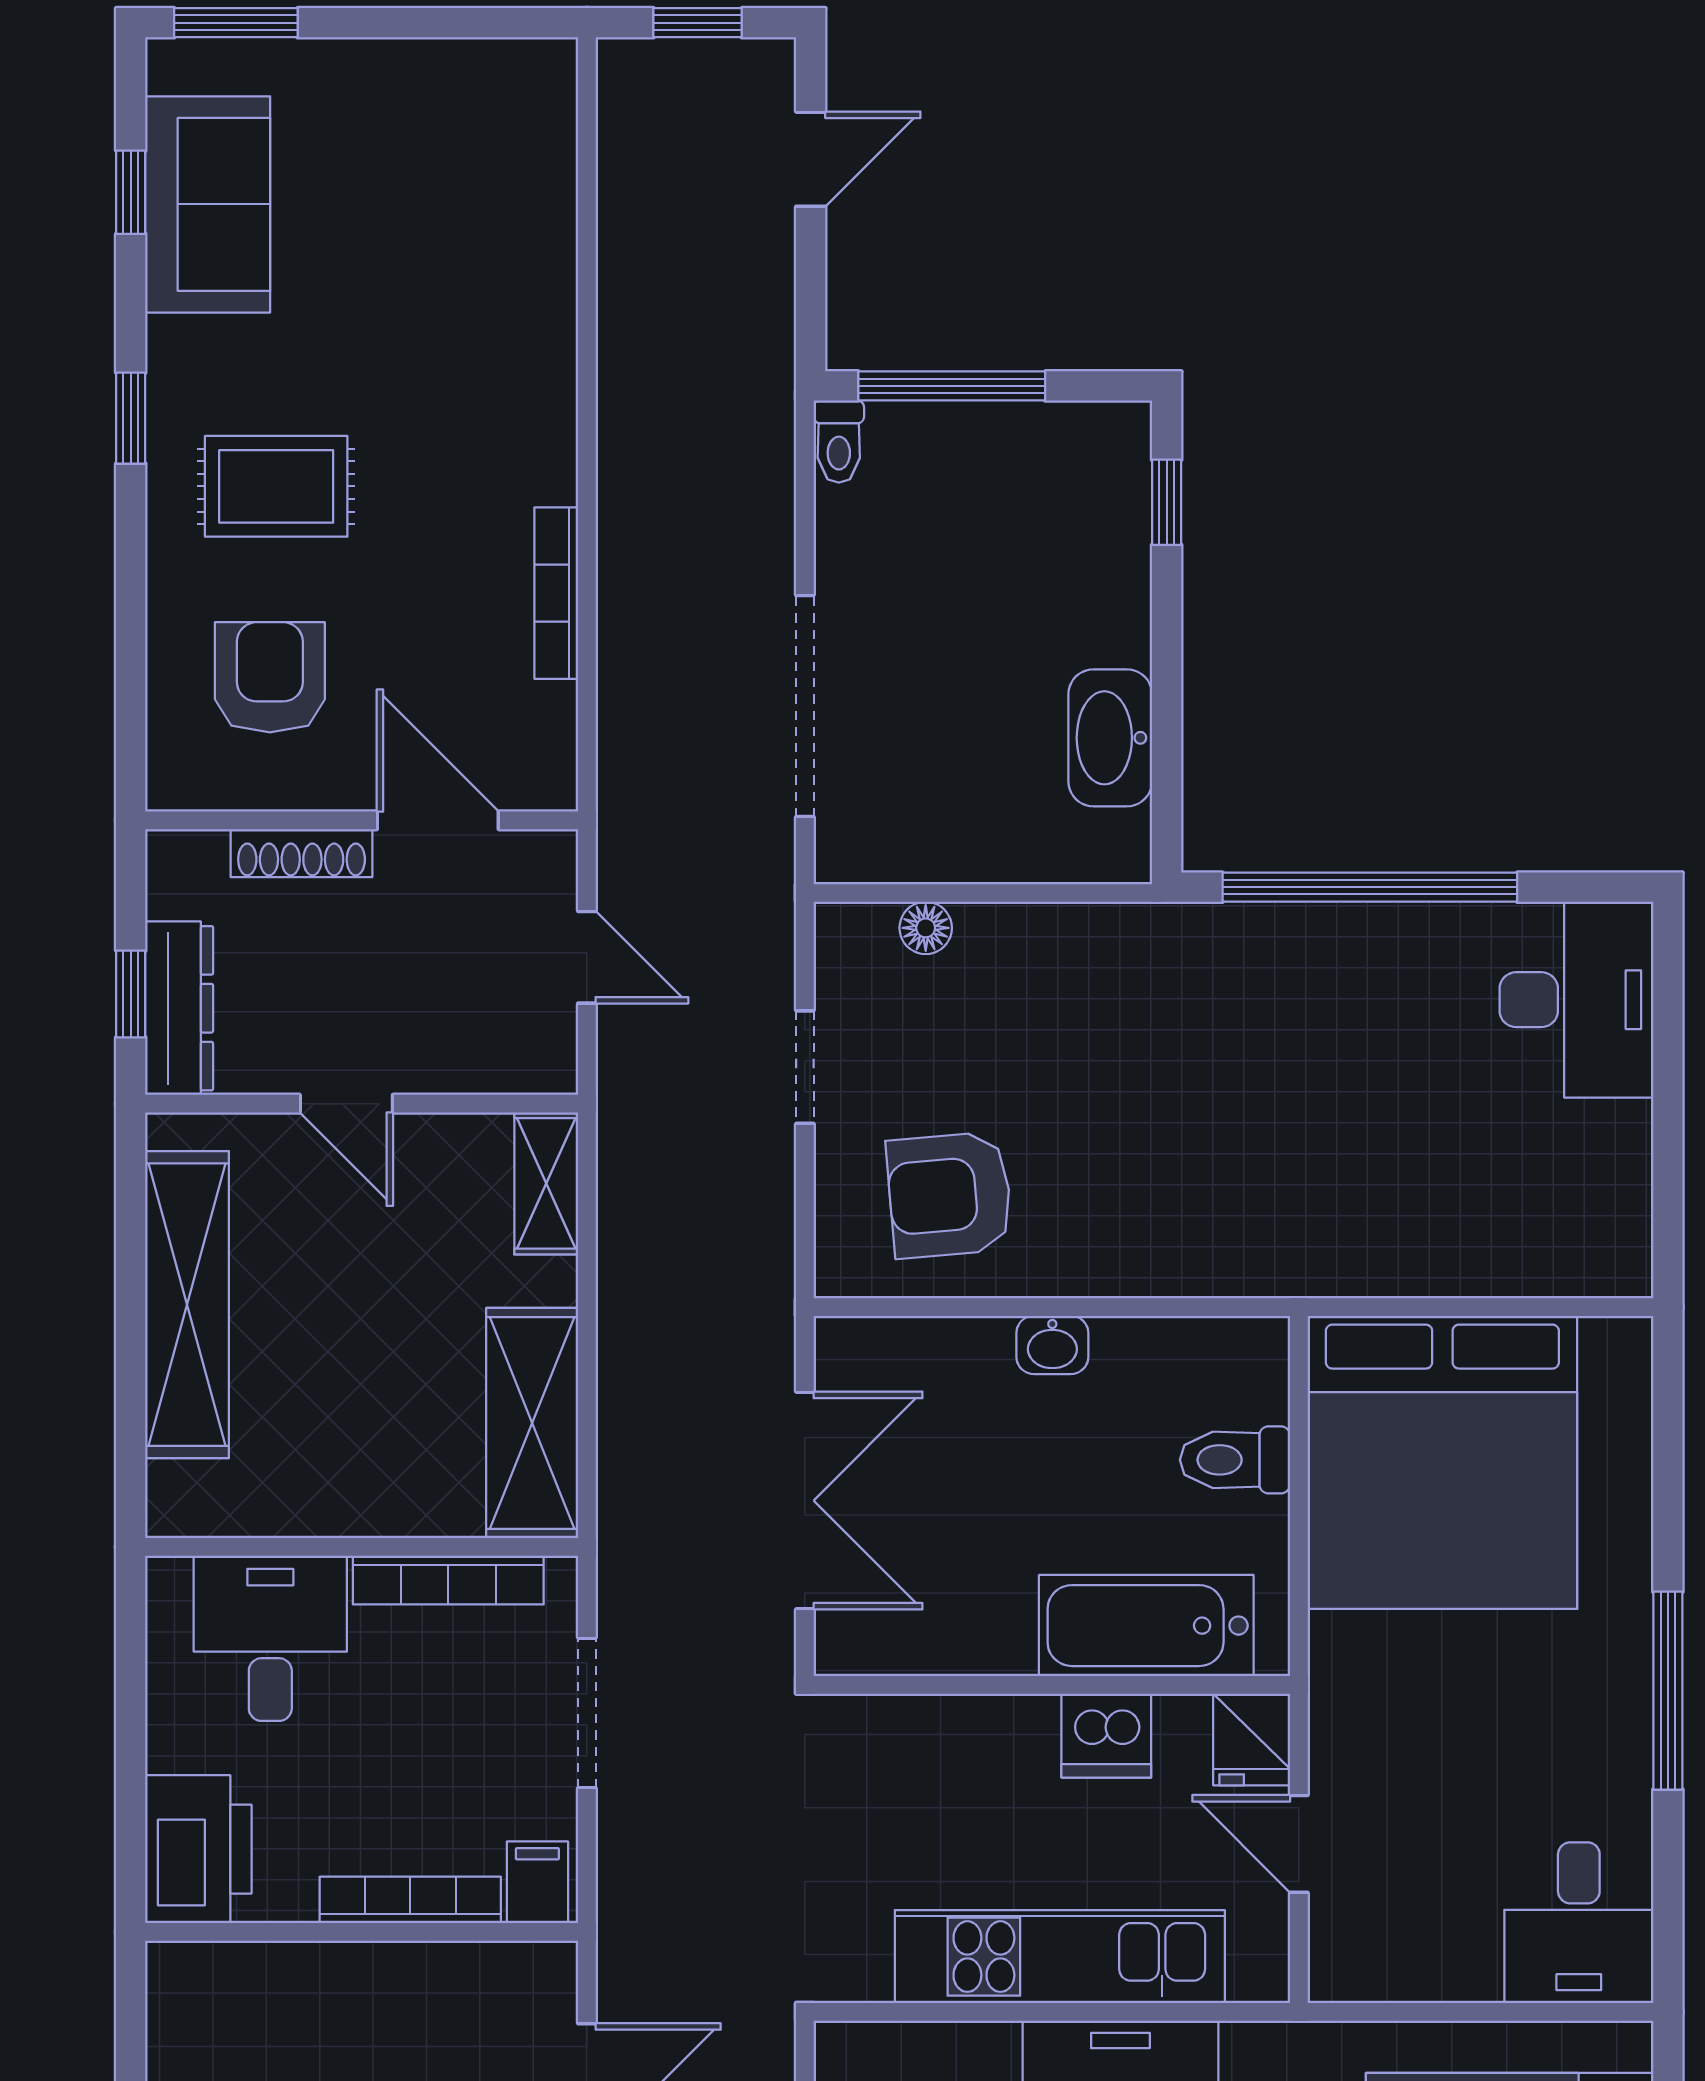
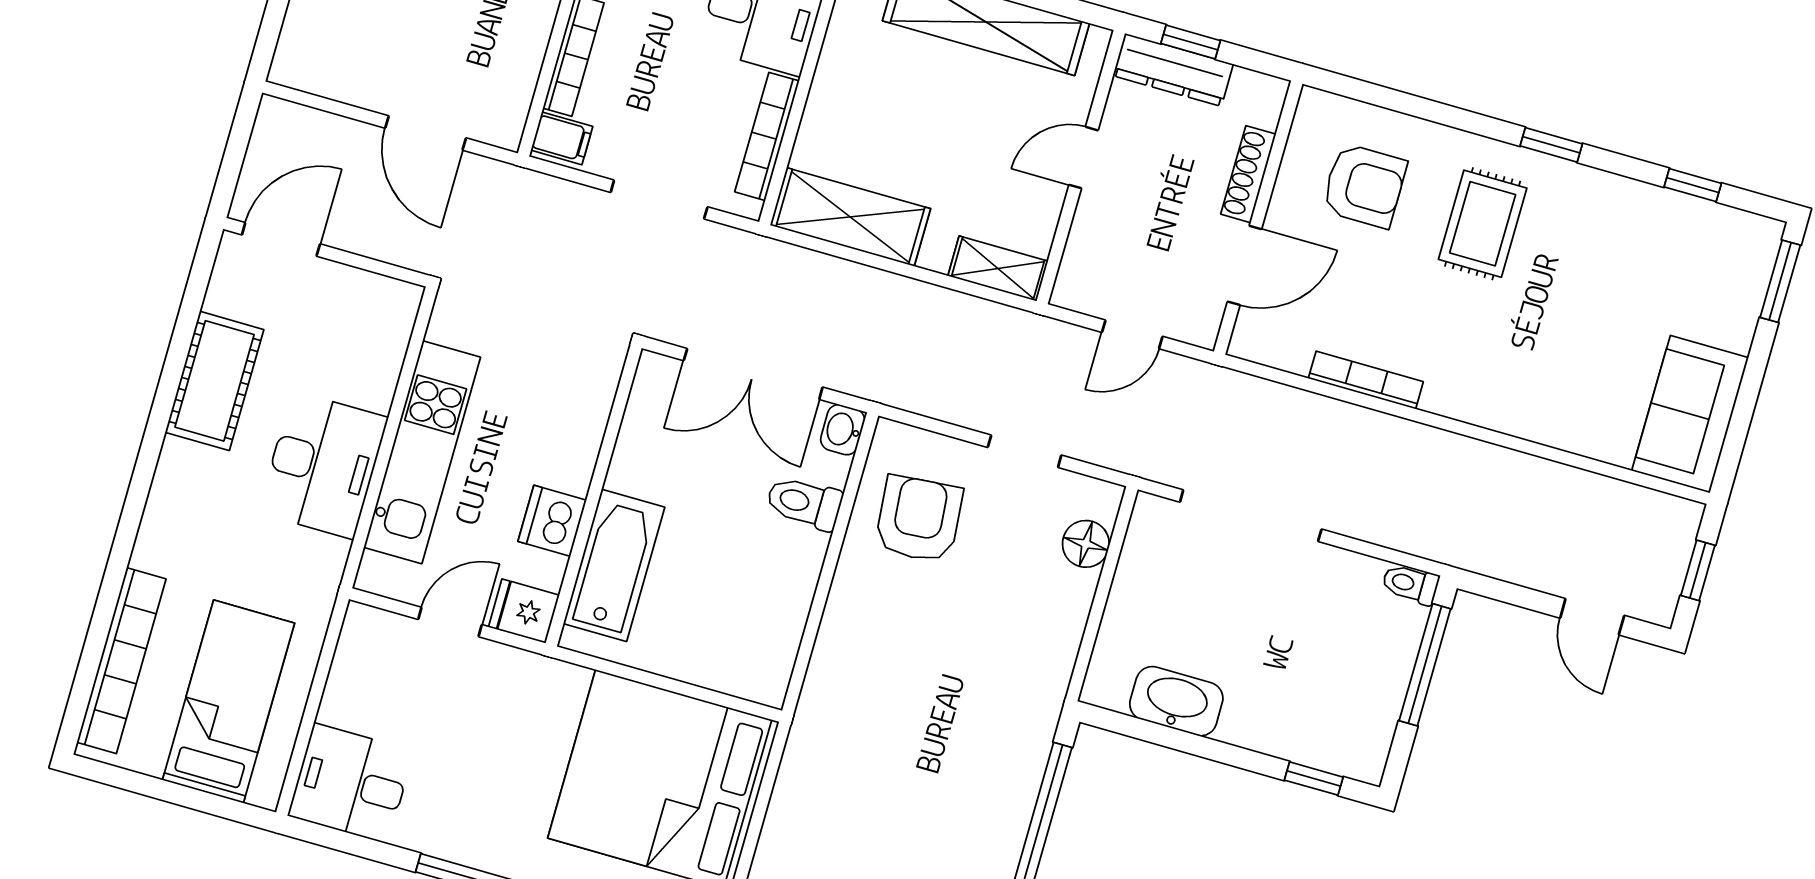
sofa: (208, 204) -> (1690, 414), moved, turned 90
floor lamp: (926, 928) -> (1086, 544), width x1.37, depth x1.37
washbasin: (1052, 1345) -> (843, 430), moved
toilet: (1235, 1460) -> (804, 503), moved, turned -90

